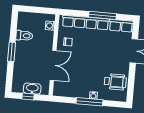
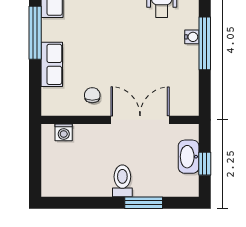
row of seats: (85, 22) -> (52, 64), width x0.50
toilet: (24, 36) -> (122, 181), moved
window: (12, 52) -> (144, 203), moved

